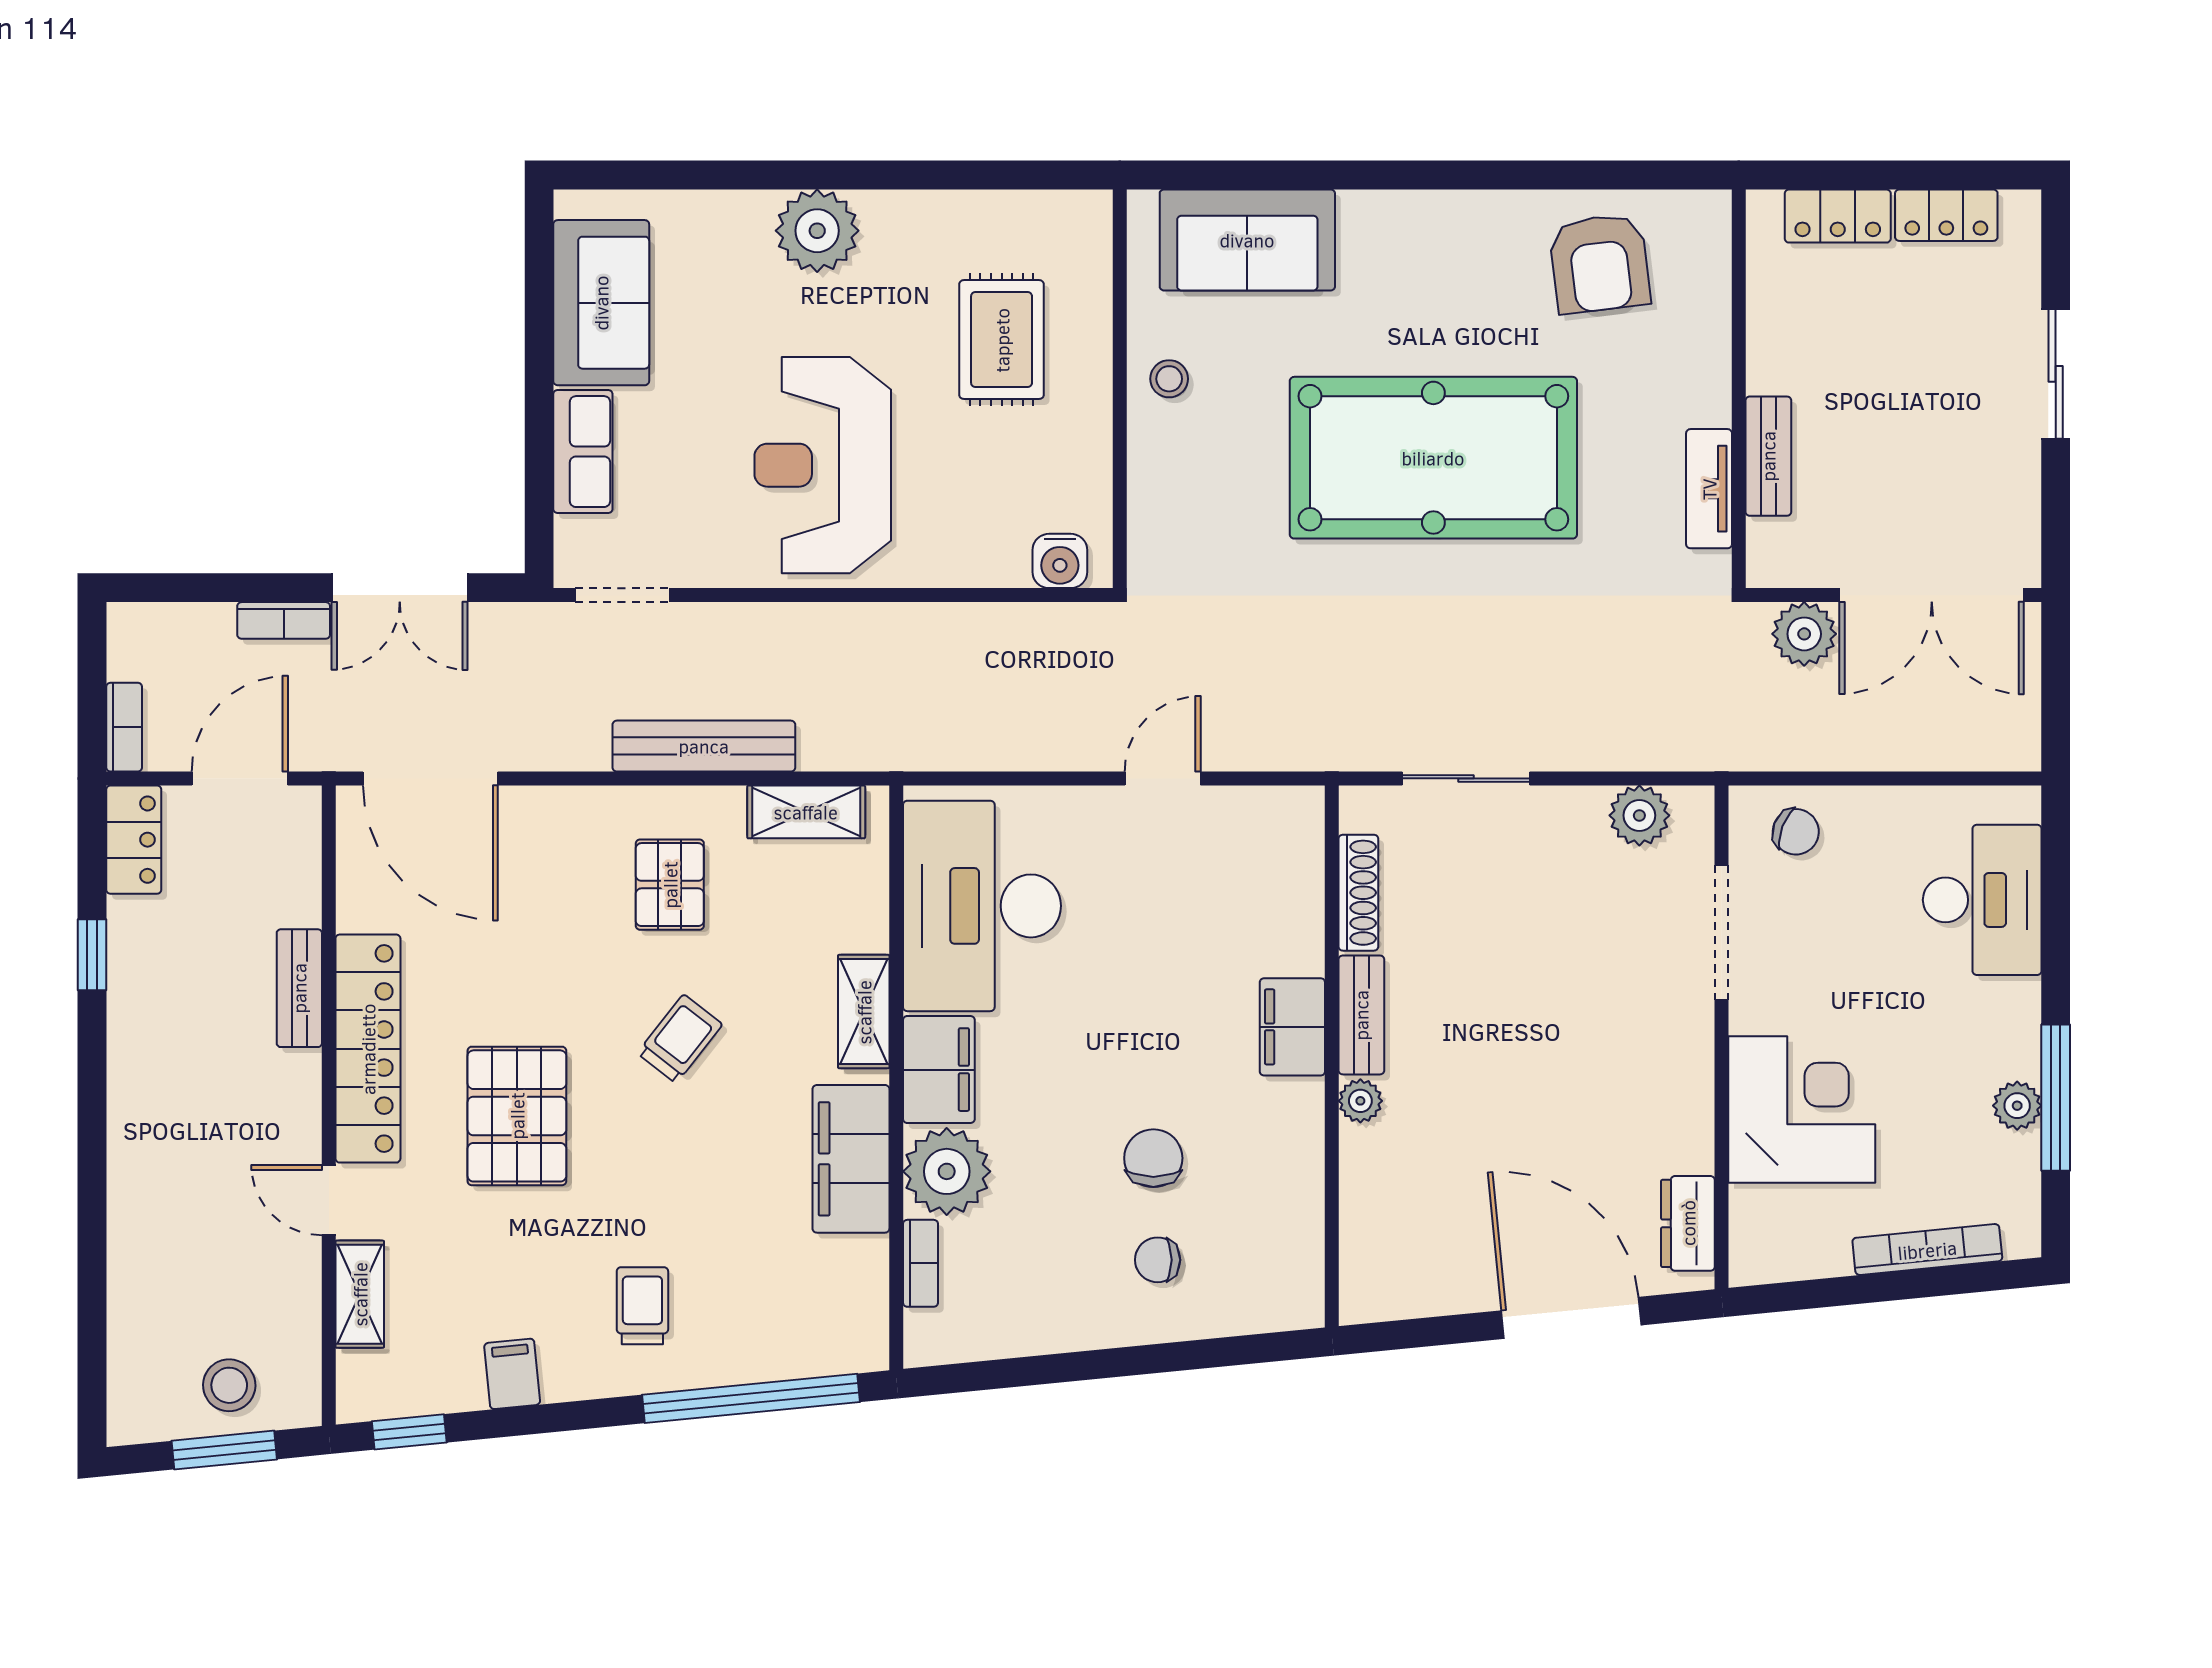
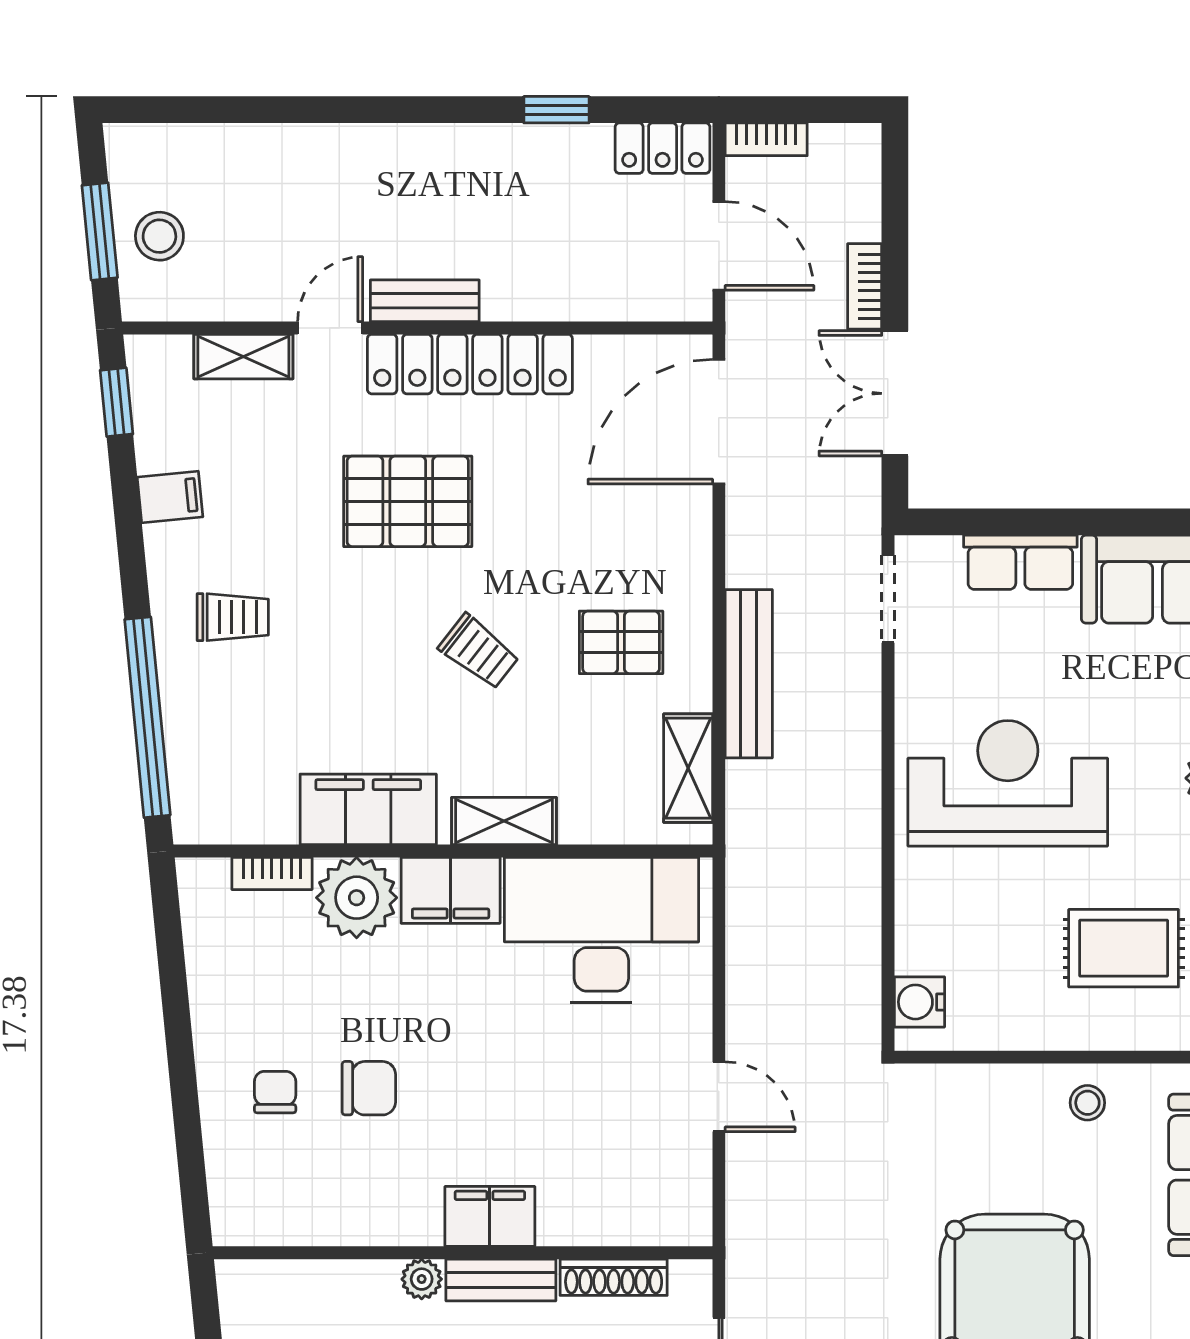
bench: (299, 988) -> (425, 301), moved

